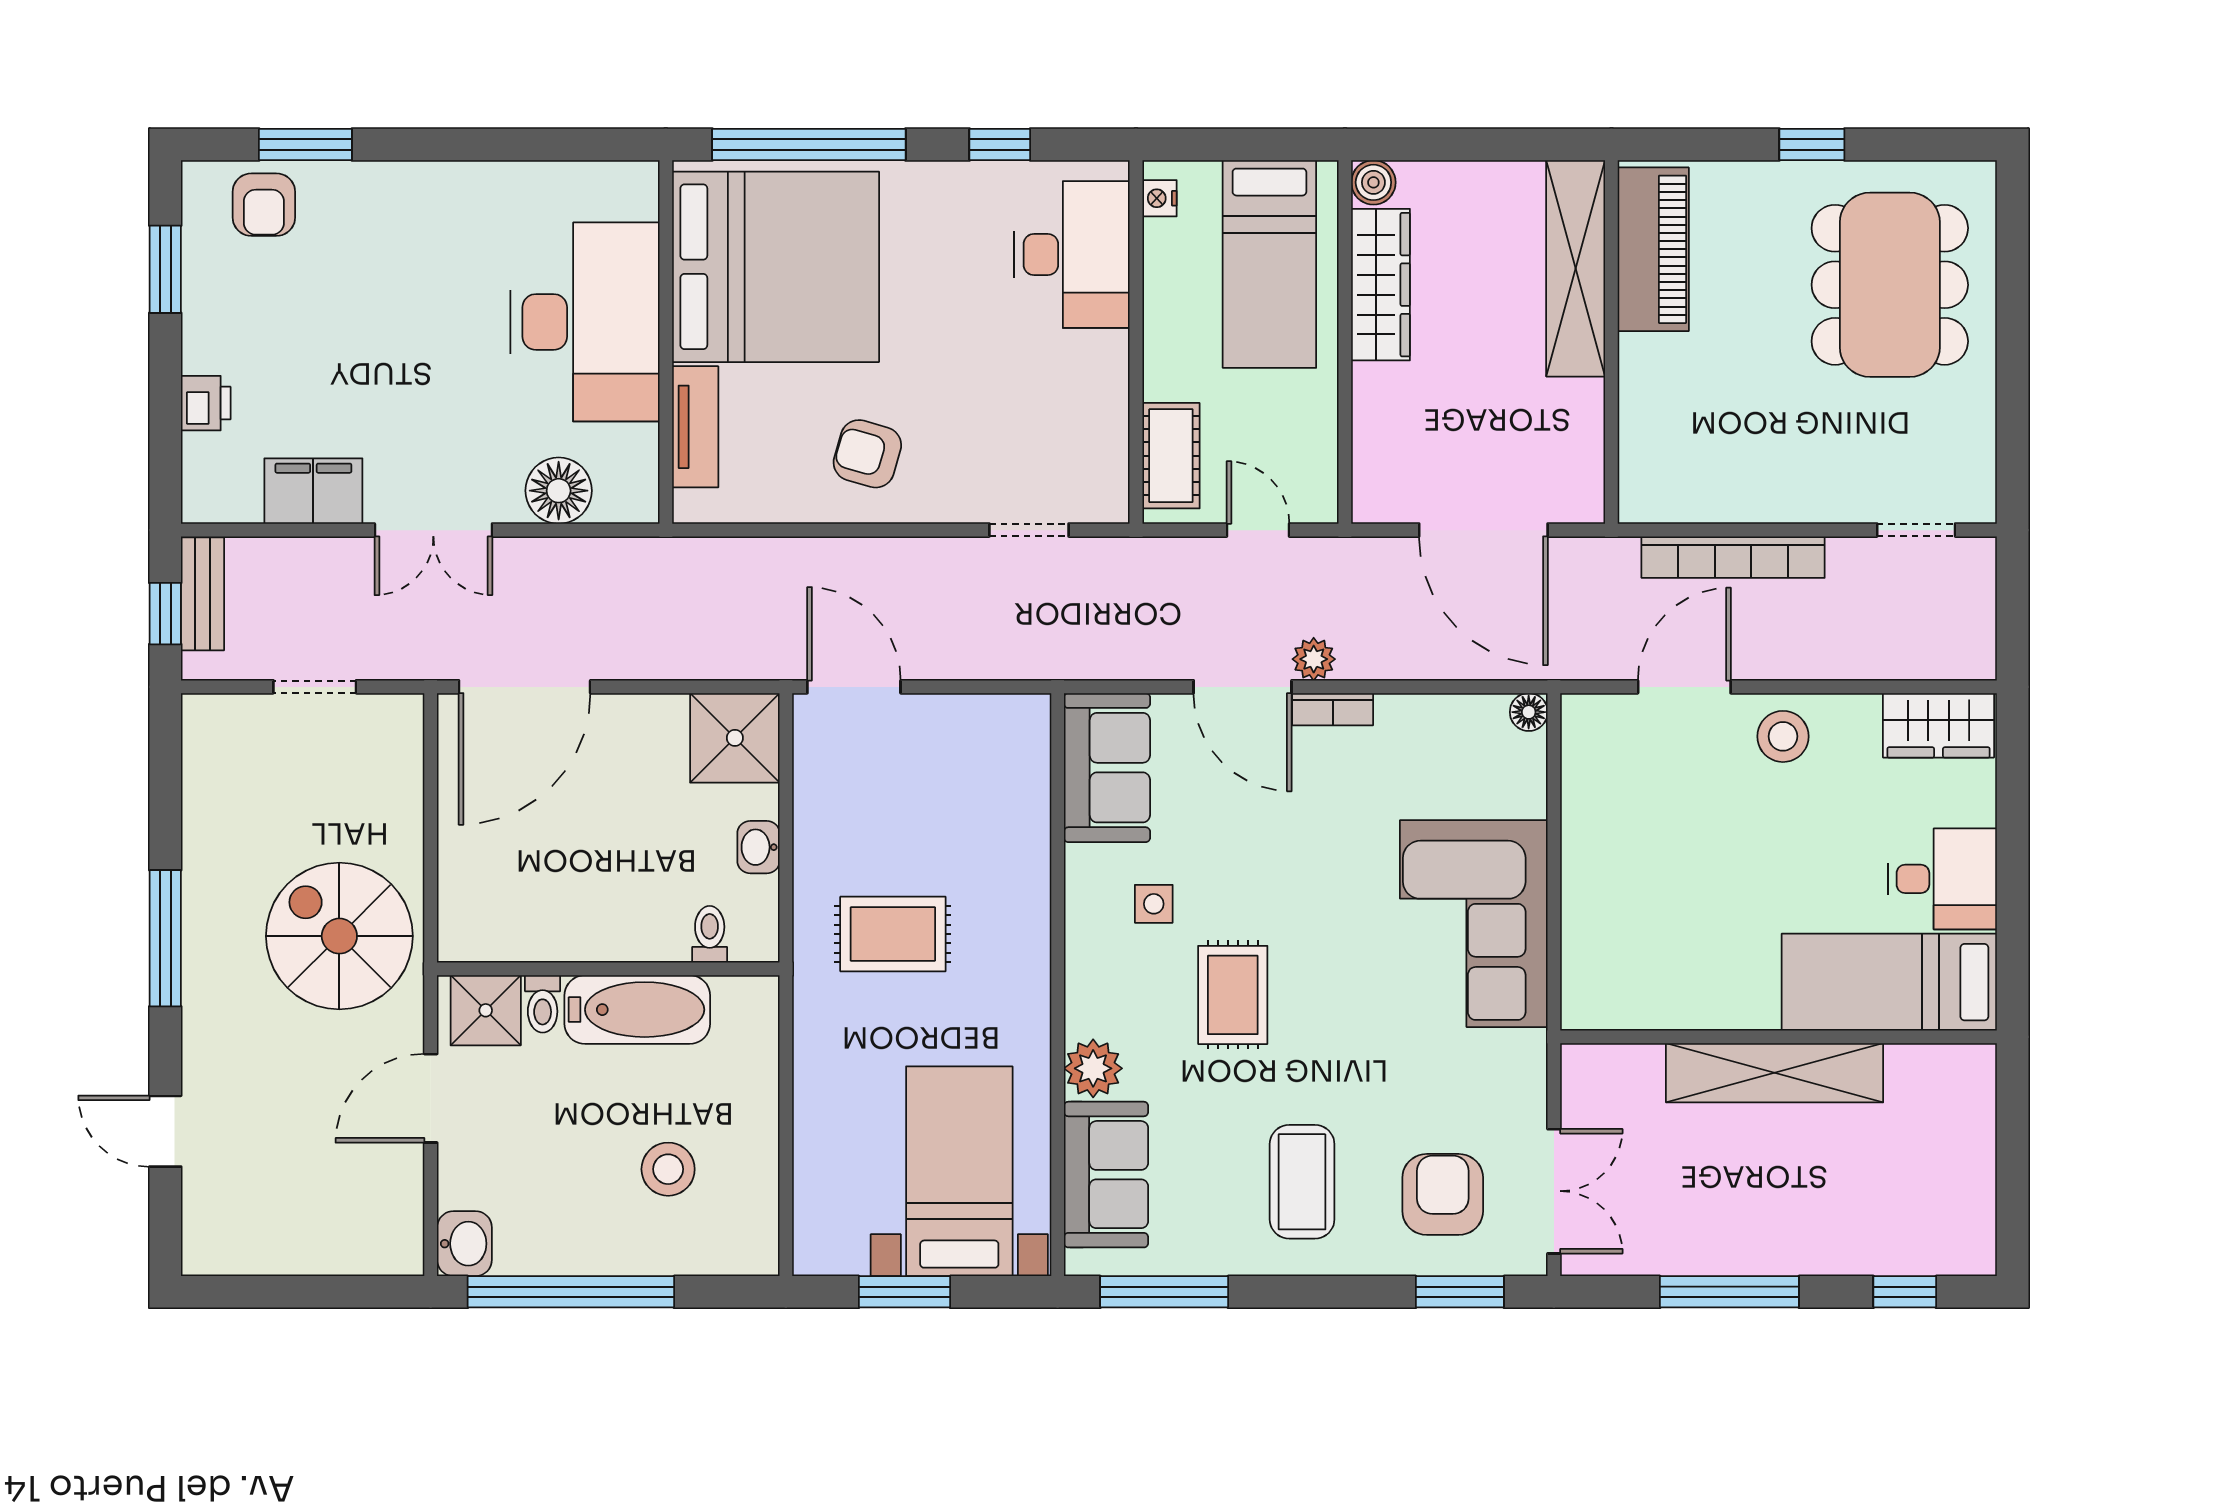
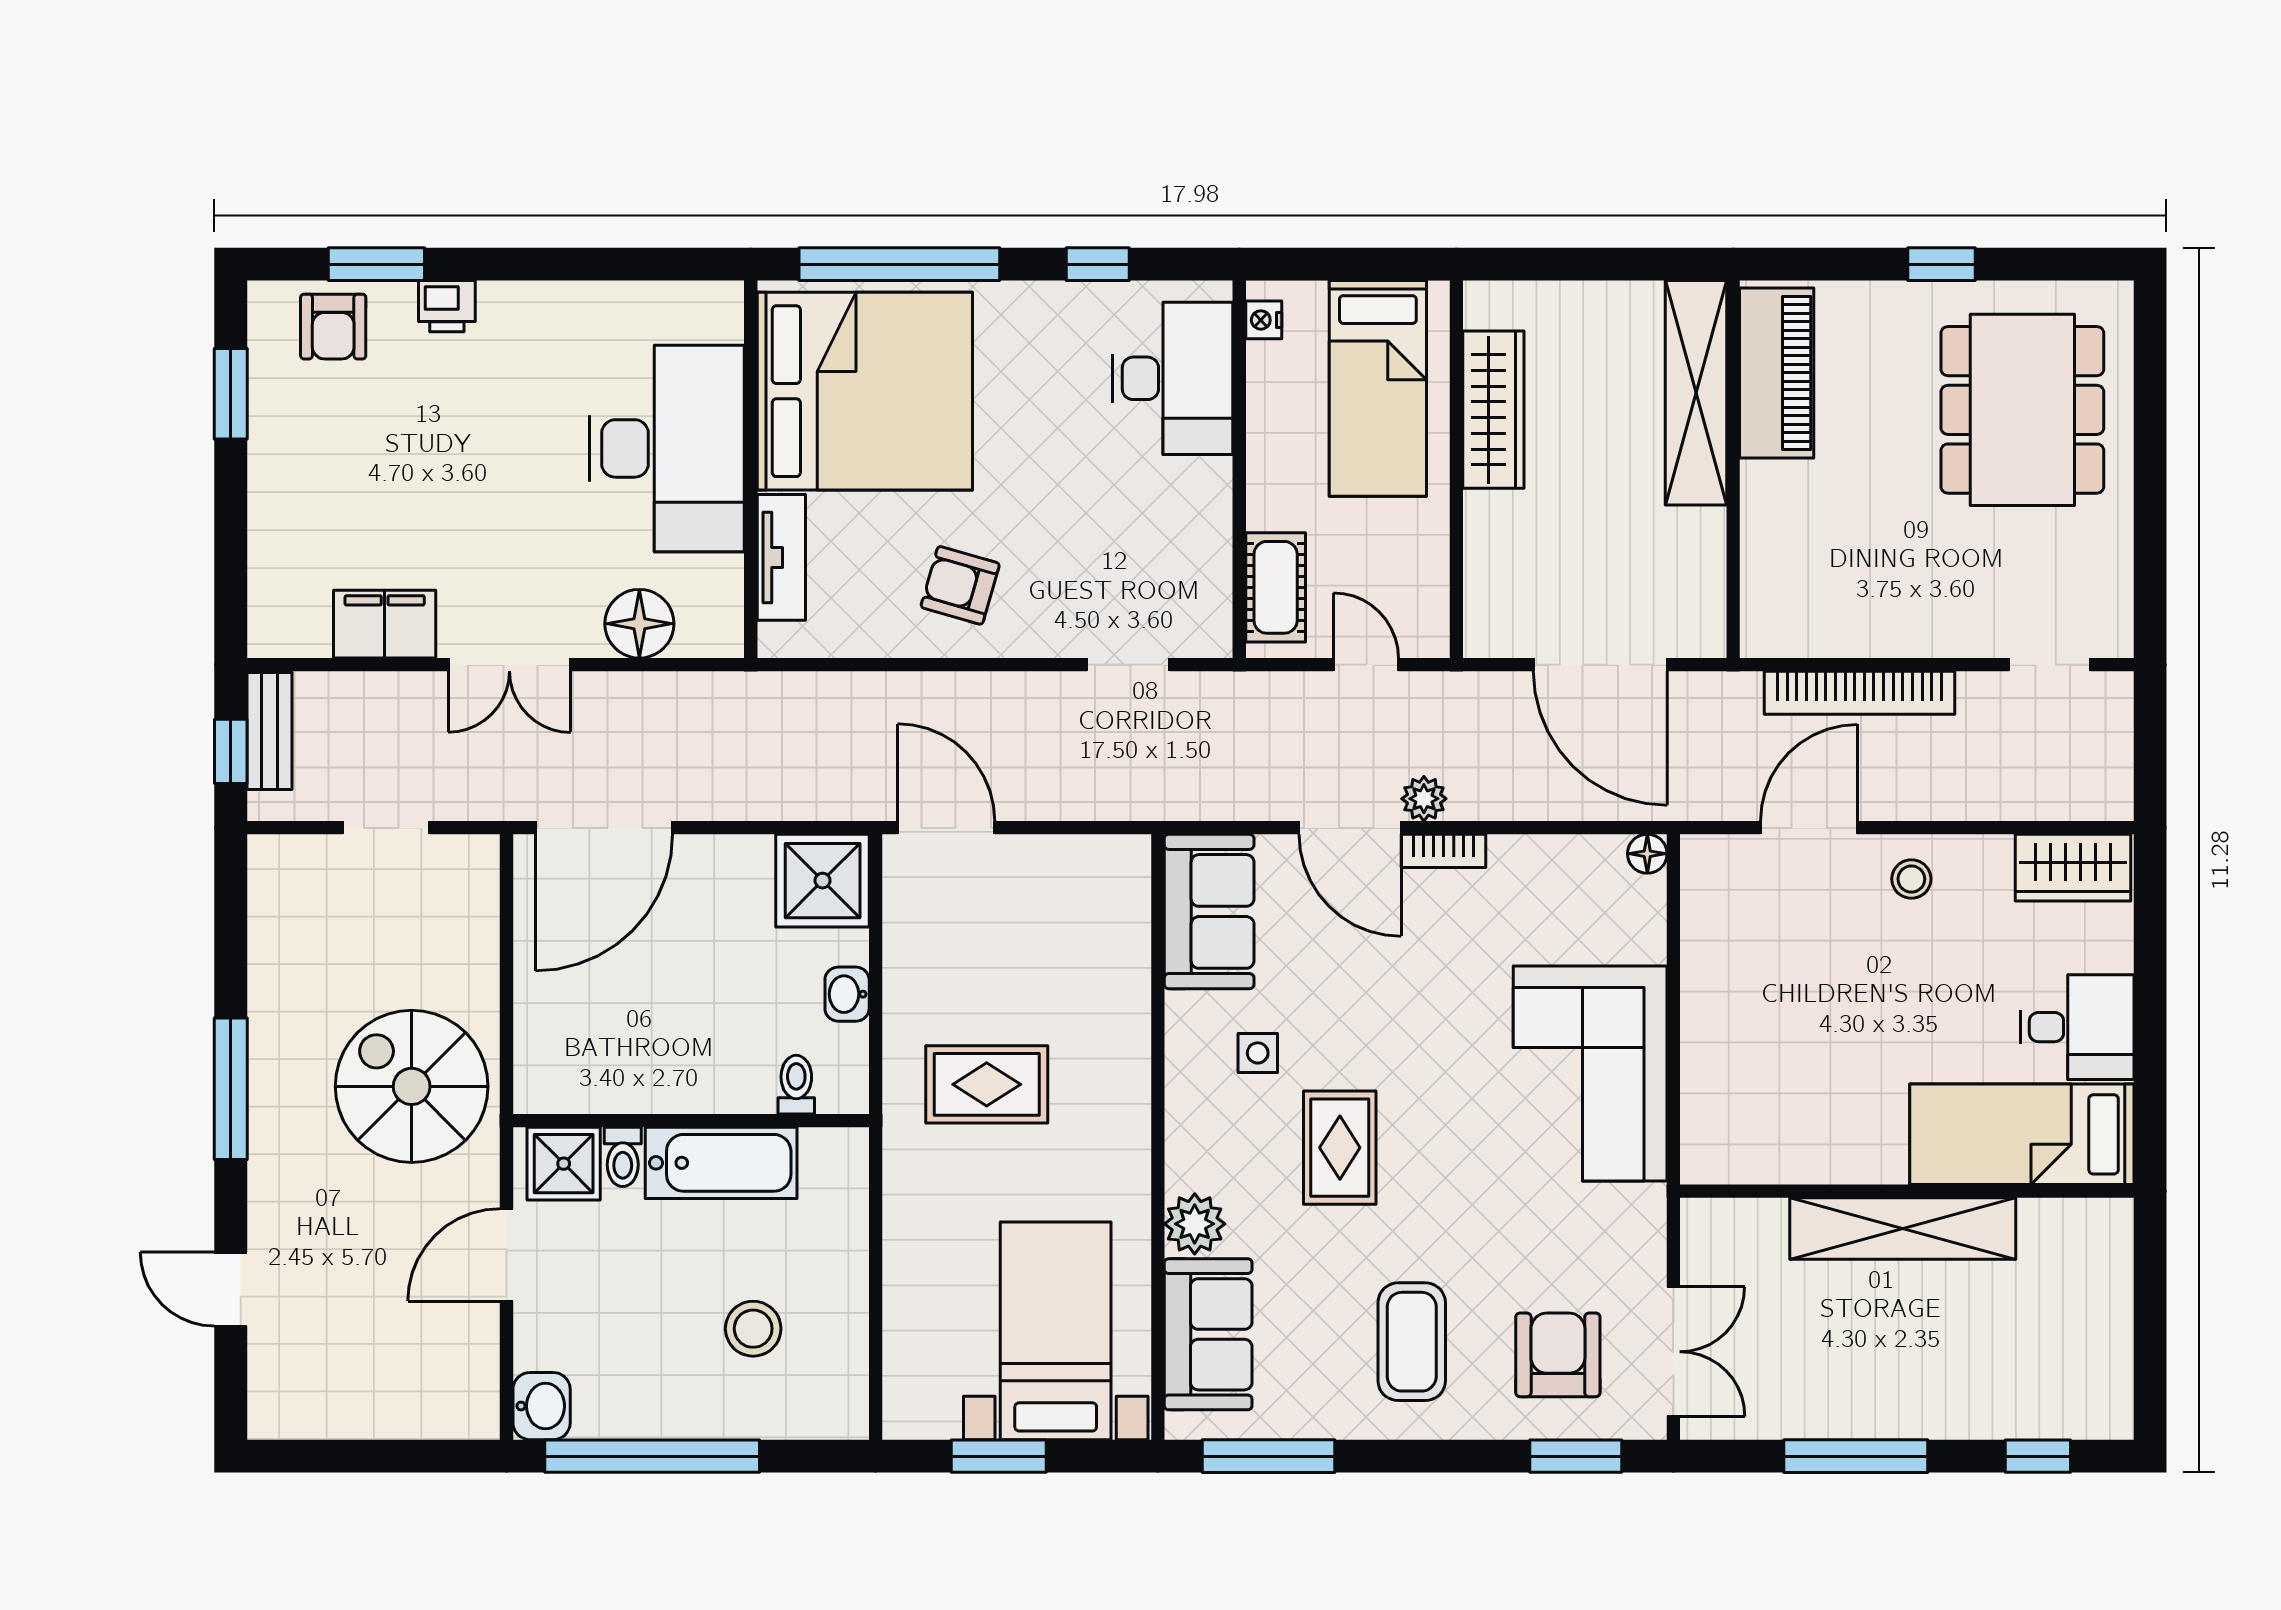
boiler: (1373, 182) -> (1486, 303), removed
printer: (206, 403) -> (447, 306), moved, turned 90
stool: (1783, 736) -> (1911, 879), width x0.73, depth x0.73

